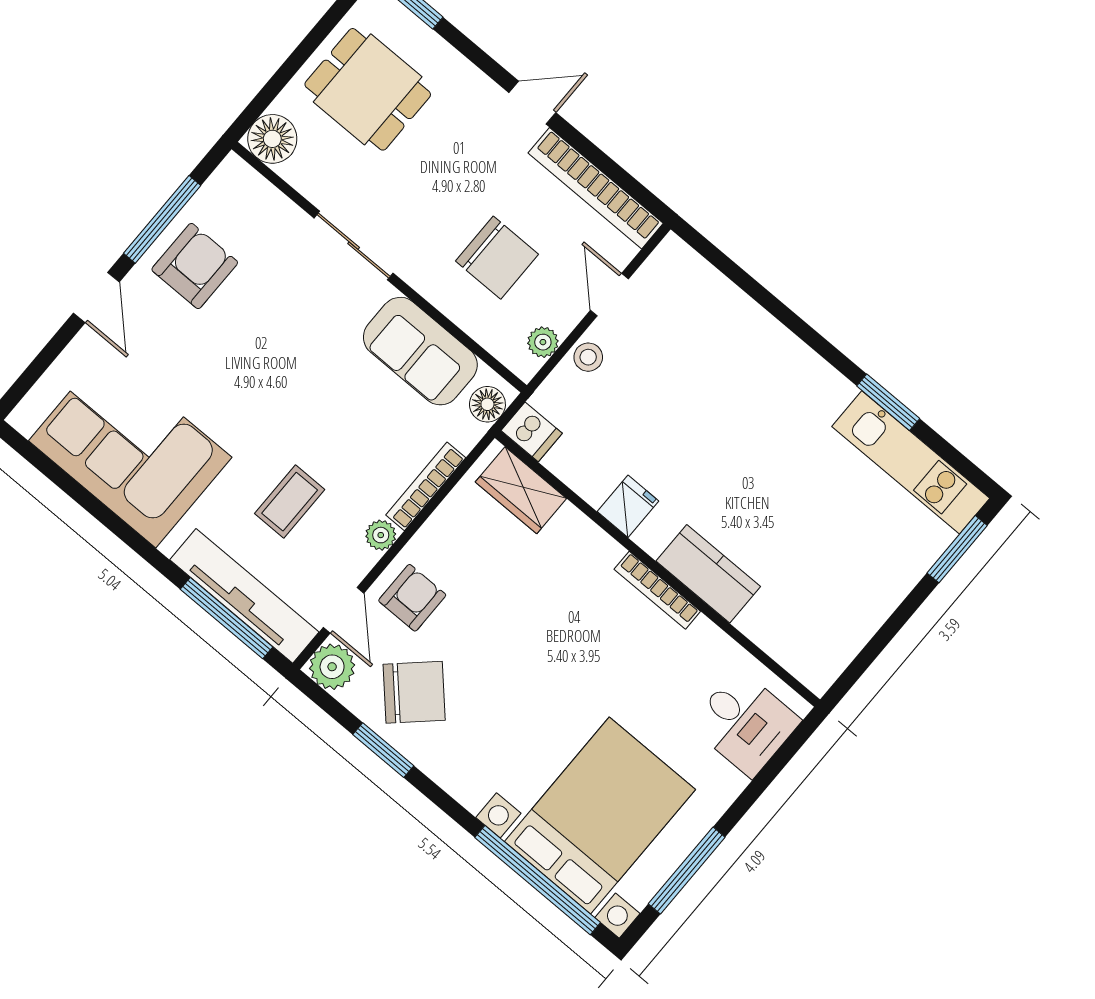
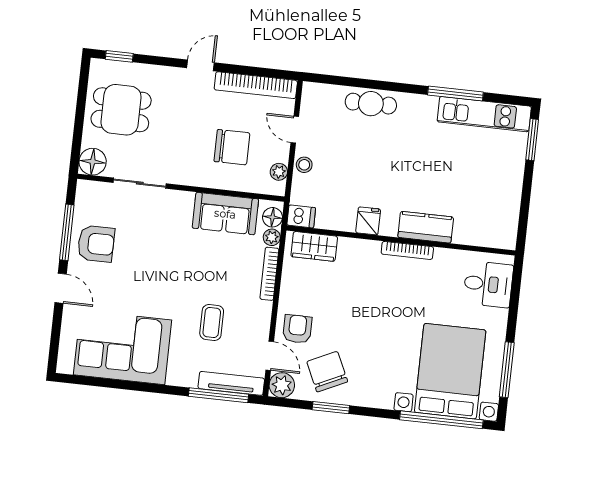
sliding door: (354, 246) -> (140, 183), moved
armchair: (195, 266) -> (96, 244), turned 90
cafe table: (750, 332) -> (371, 104), added
window: (888, 402) -> (455, 93), width x1.44
plant: (381, 535) -> (272, 237), moved
tv unit: (244, 596) -> (231, 383), width x0.73, depth x0.78
chair: (414, 692) -> (327, 372), turned -72

